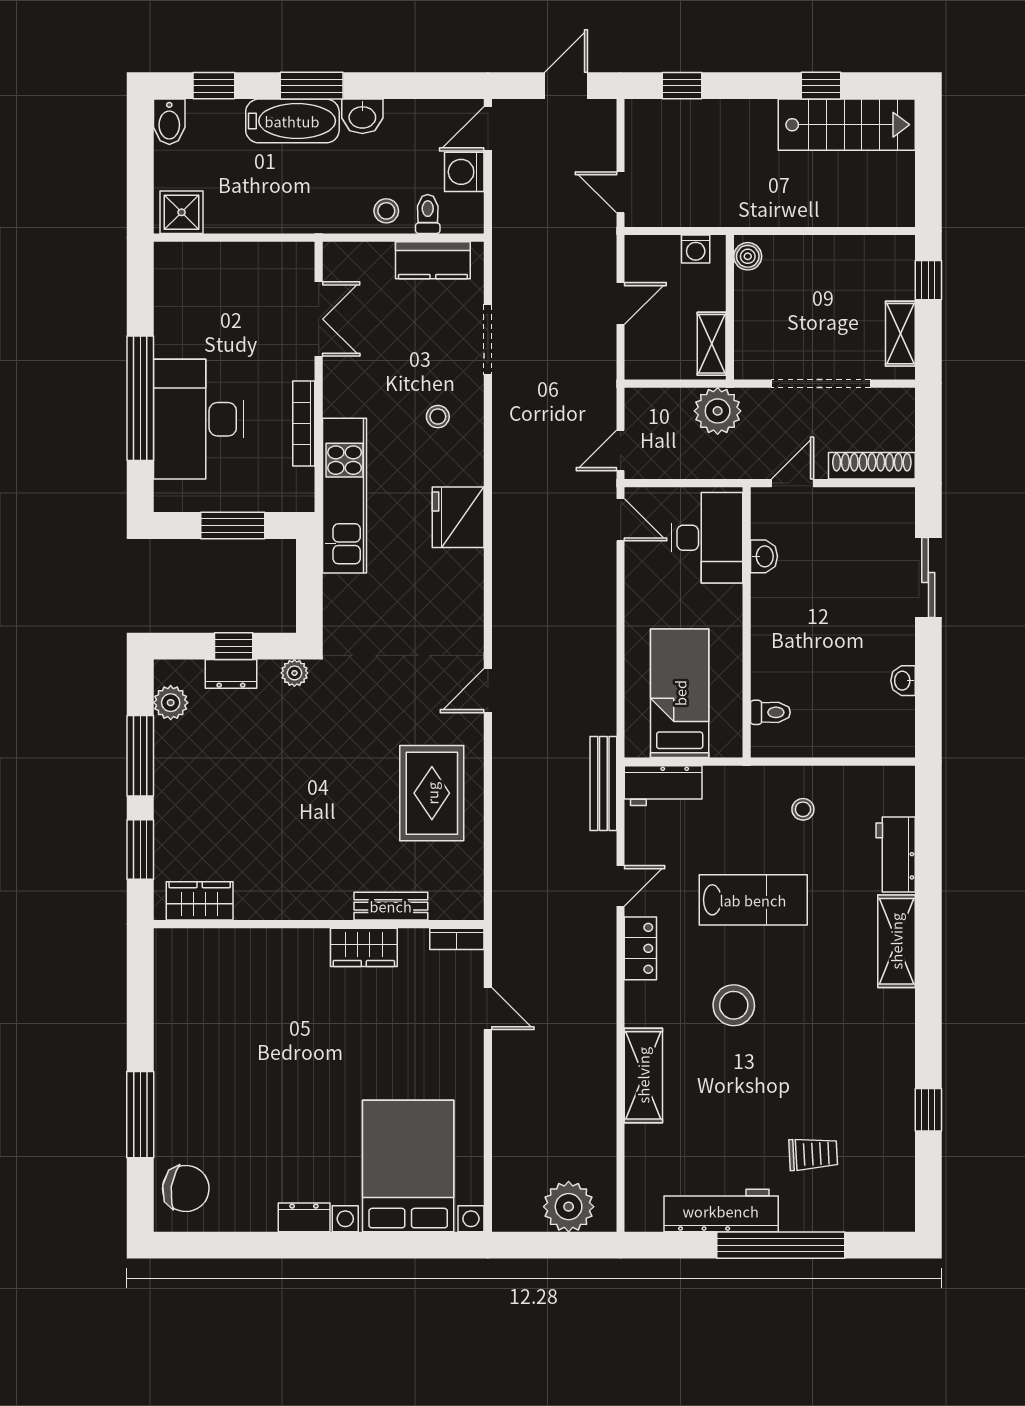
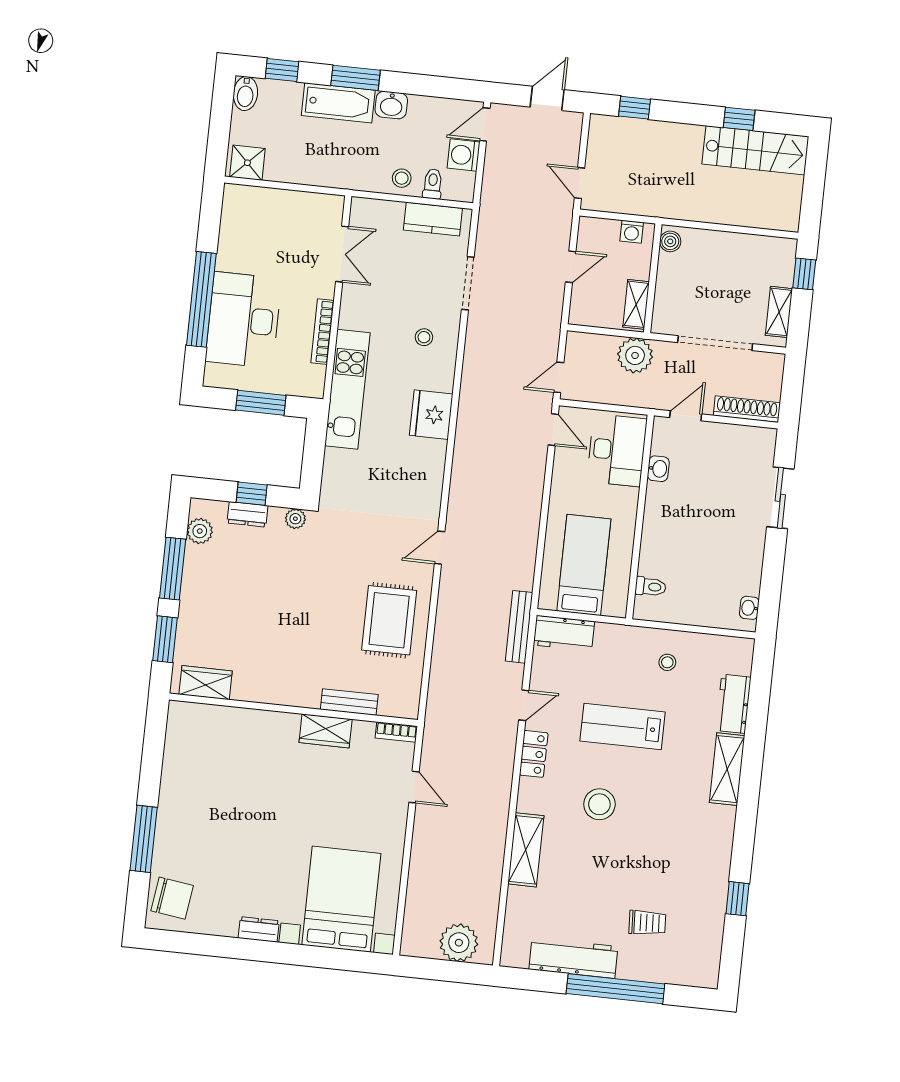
washbasin: (903, 681) -> (749, 608), moved
lab bench: (753, 900) -> (623, 726), turned 180

